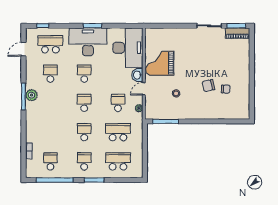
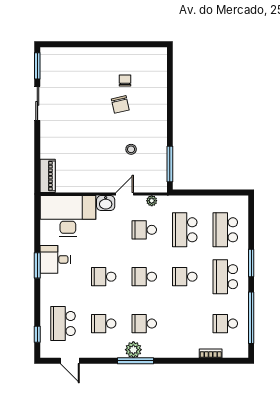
piano: (238, 33) -> (48, 176), moved
desk: (88, 42) -> (55, 259), width x0.53, depth x0.77
grand piano: (160, 63) -> (89, 172), removed
door: (144, 89) -> (125, 194), swing flipped
school desk: (50, 103) -> (144, 324), added
school desk: (84, 161) -> (225, 277), width x1.85

